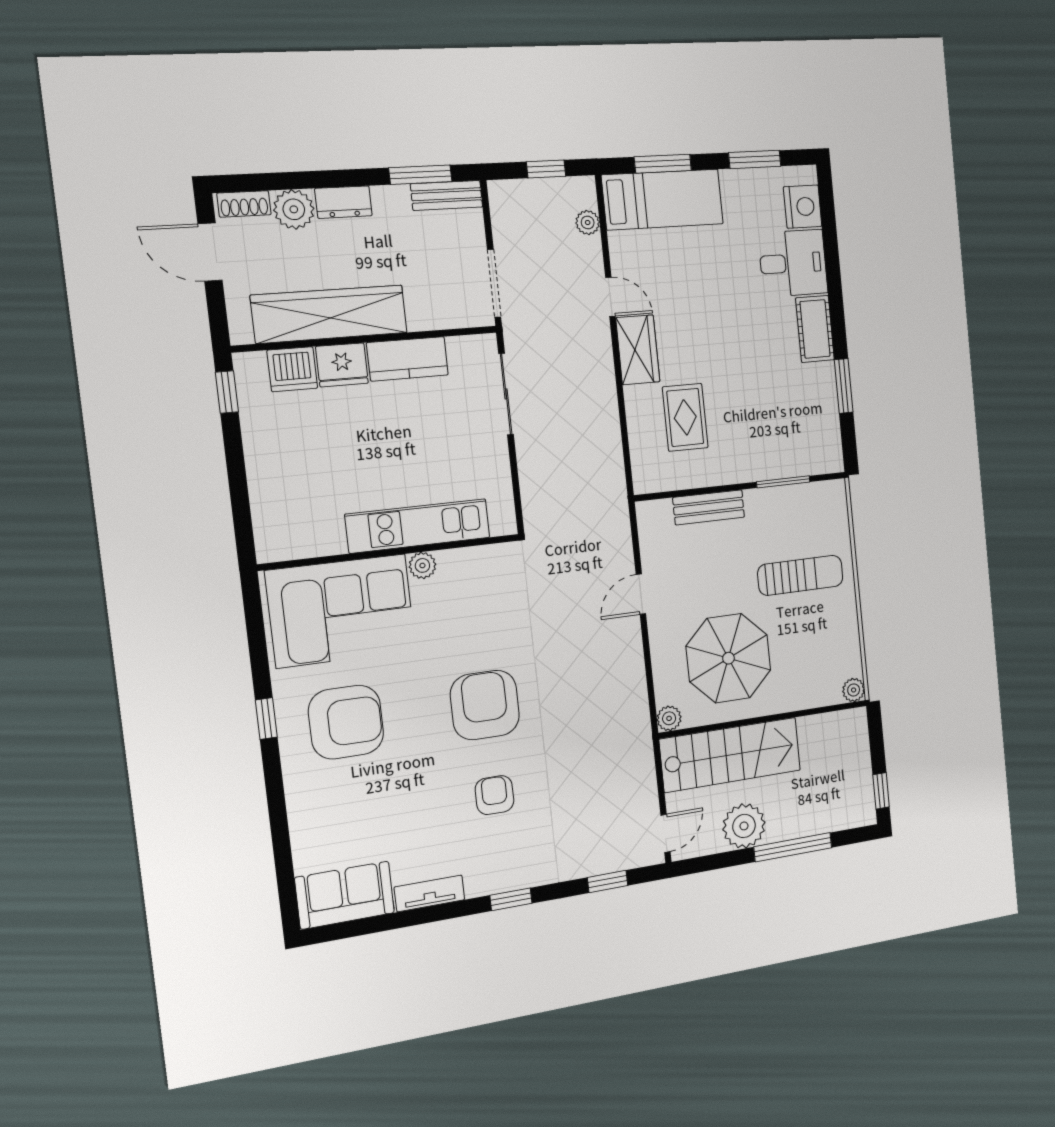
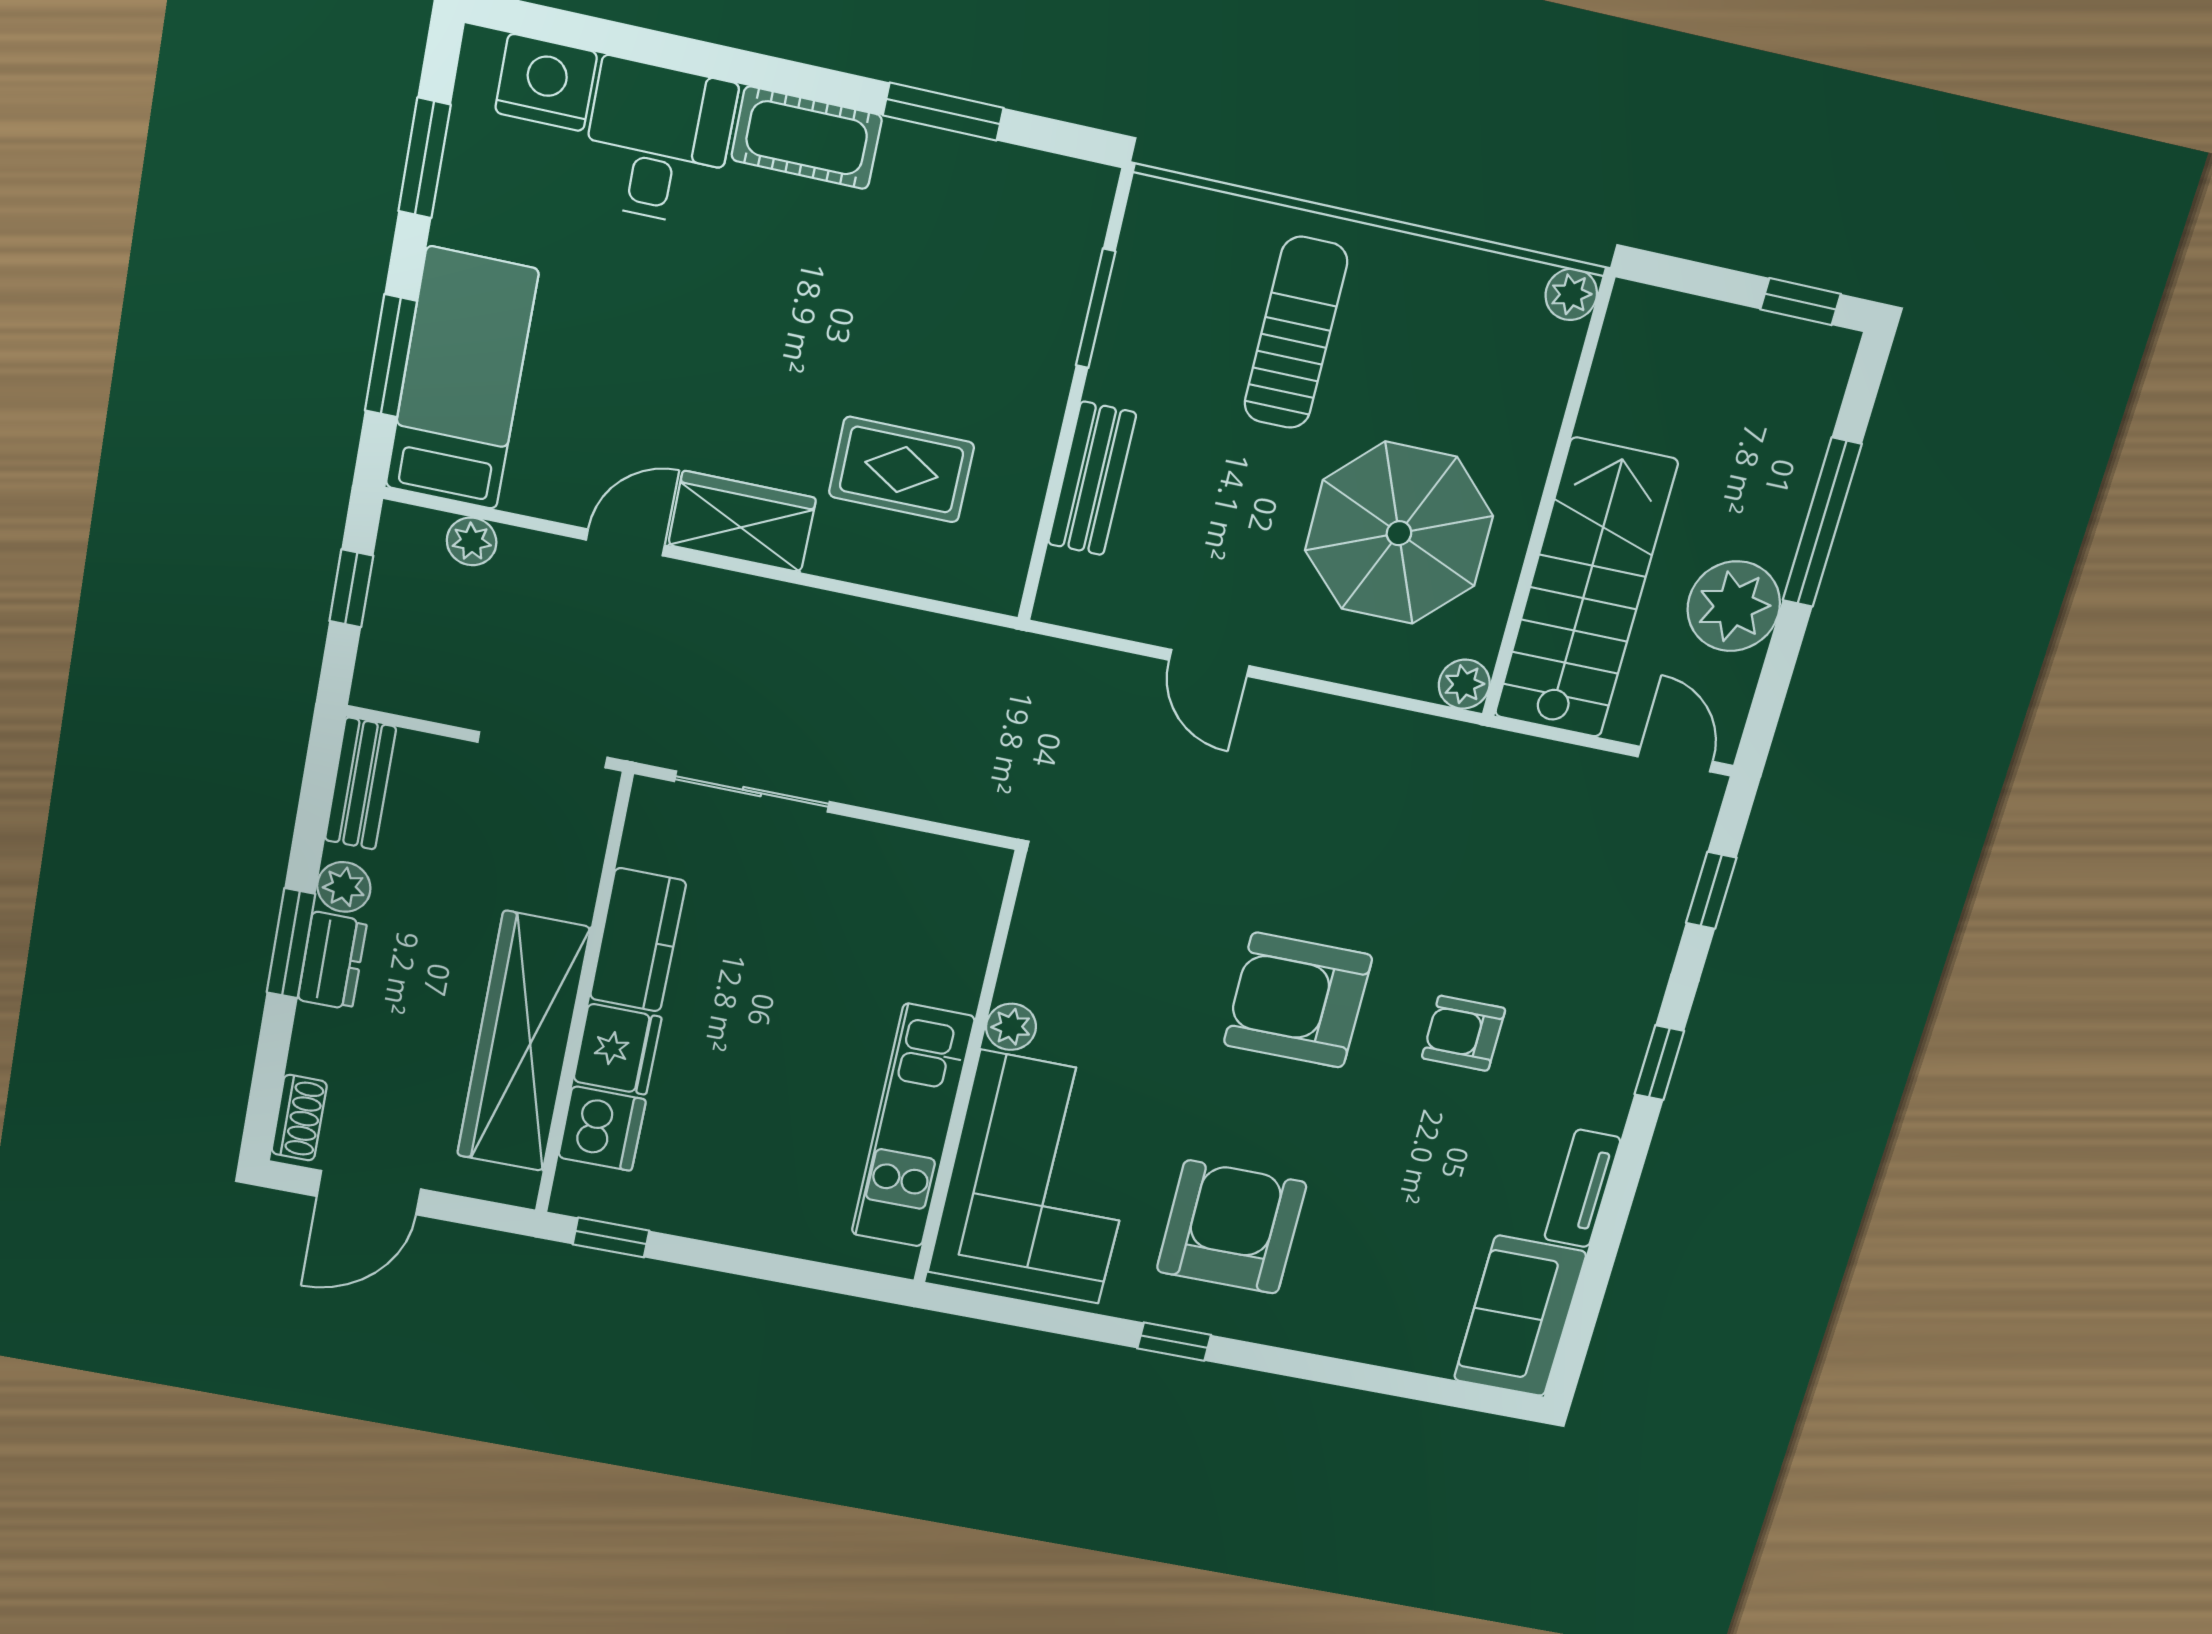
window: (420, 175) -> (291, 943), moved
plant: (294, 209) -> (344, 887), moved, width x0.73, depth x0.73
kitchen unit: (418, 526) -> (913, 1126), moved

